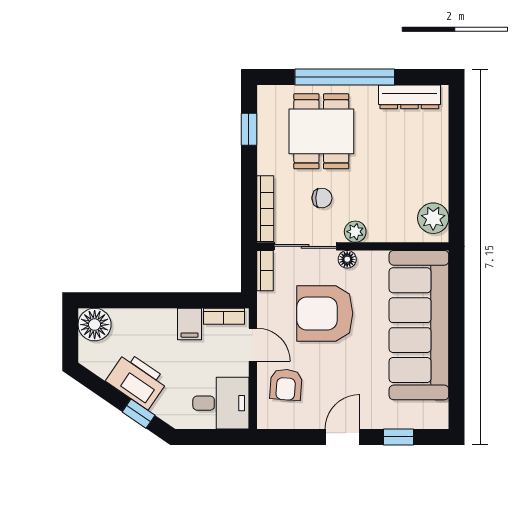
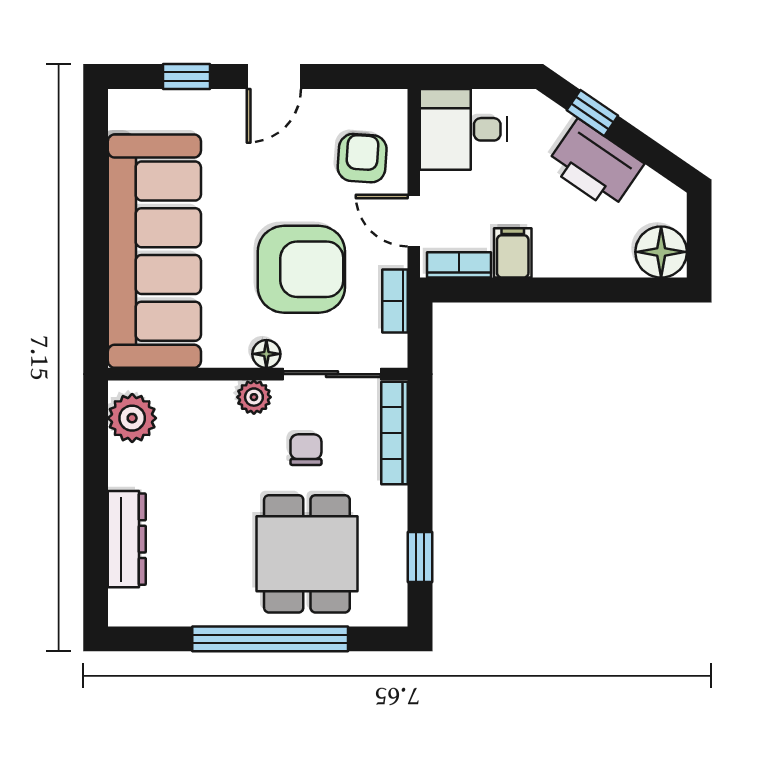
dresser: (409, 97) -> (127, 539), moved, turned 90
chair: (322, 198) -> (306, 450), turned 89
bookcase: (265, 271) -> (395, 301), moved

